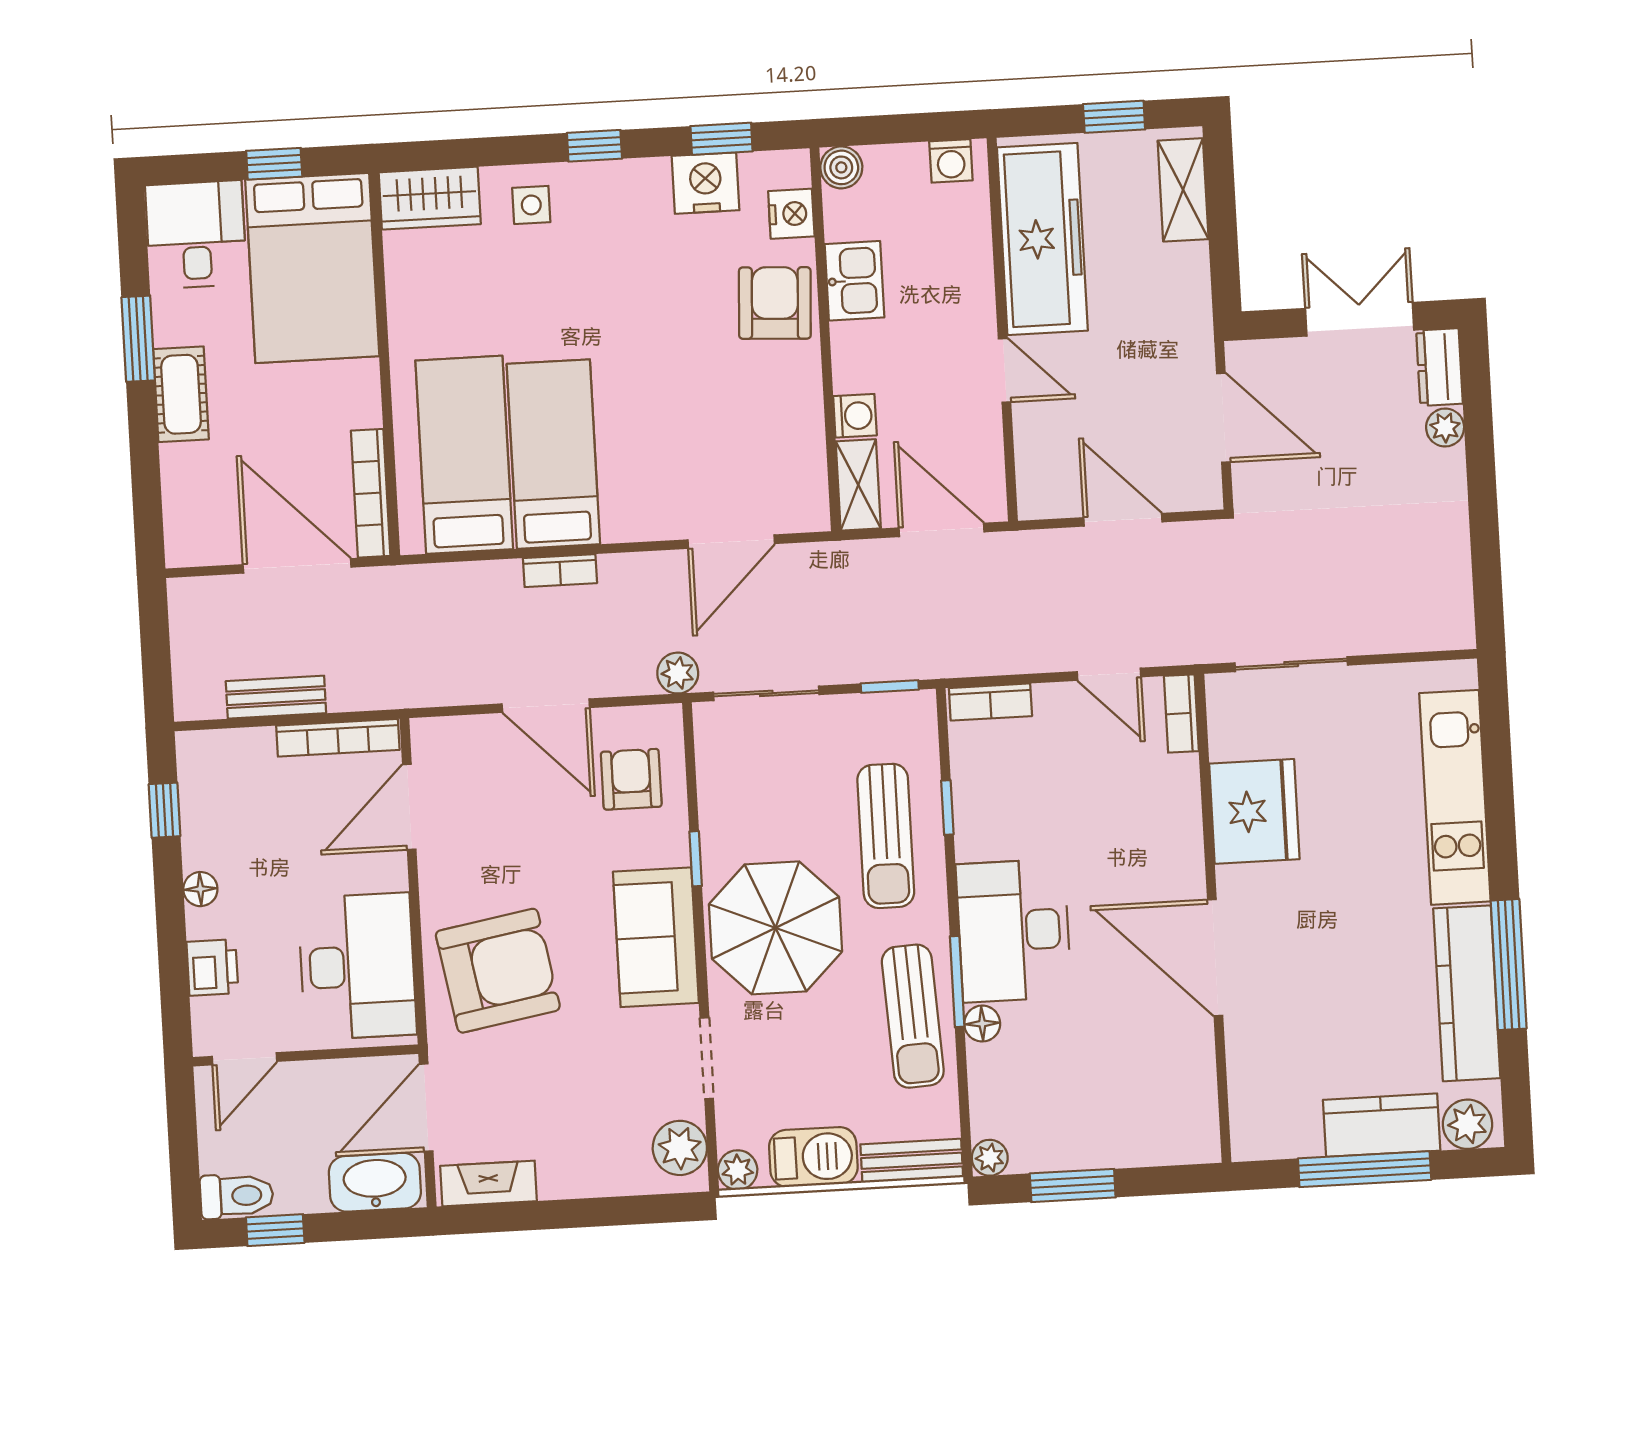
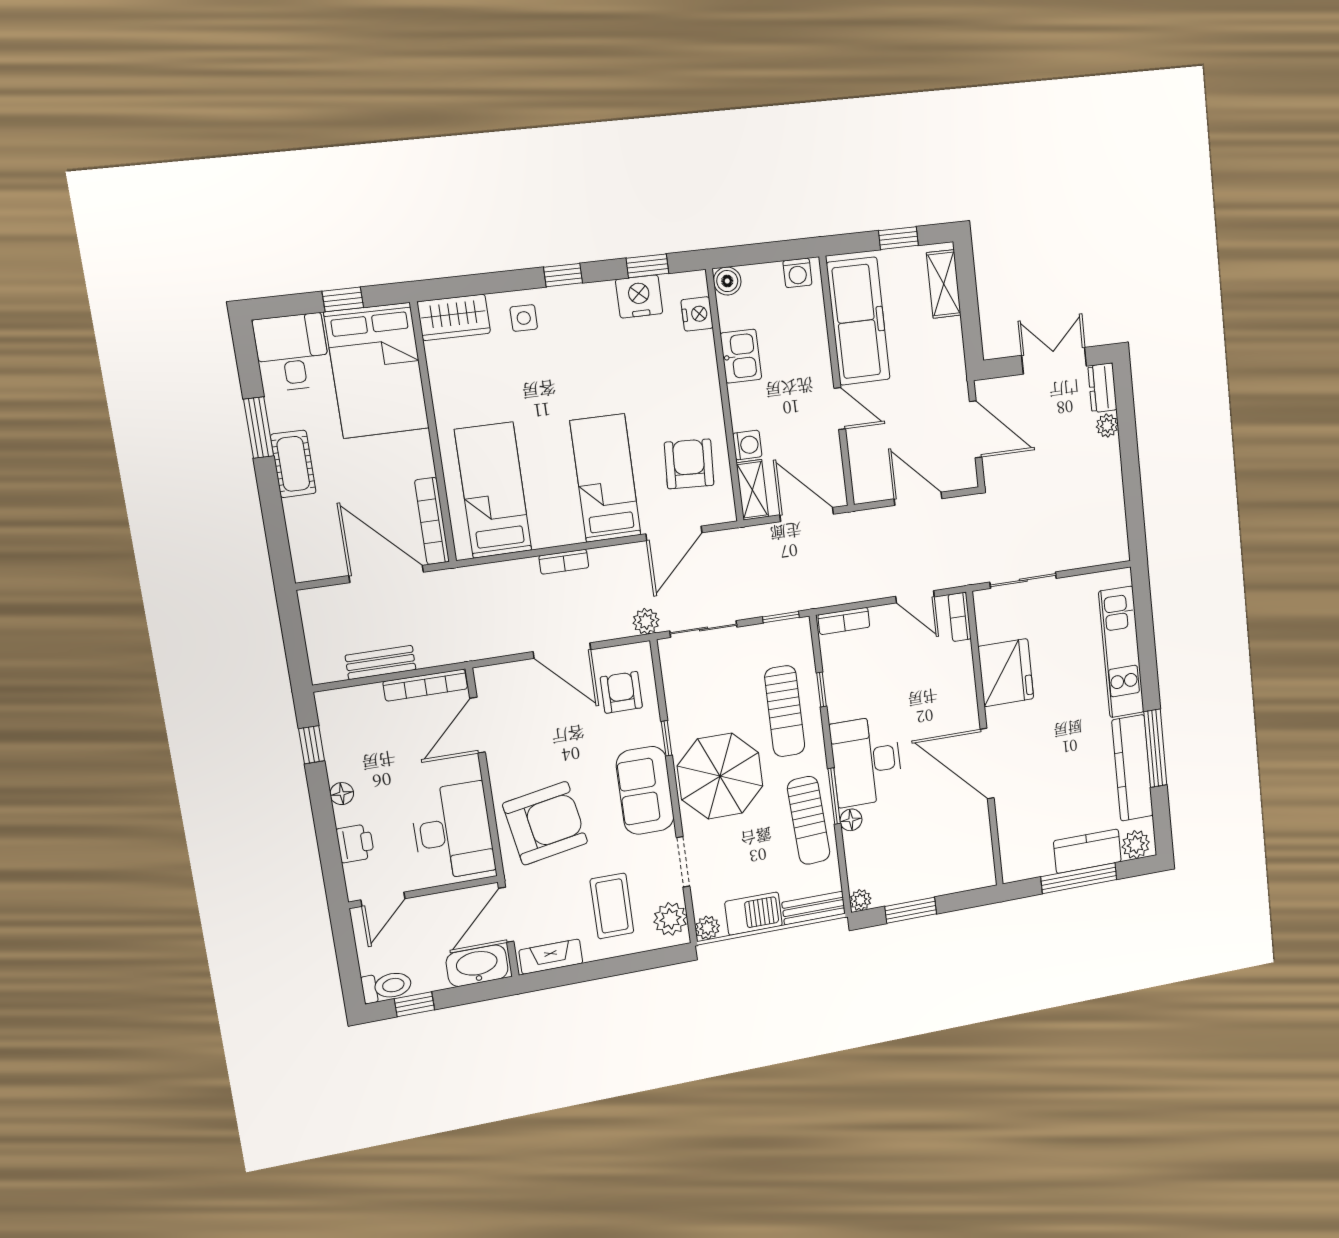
armchair: (775, 303) -> (689, 464), moved
bed: (553, 454) -> (605, 478), moved
coffee table: (590, 1115) -> (612, 906), added

